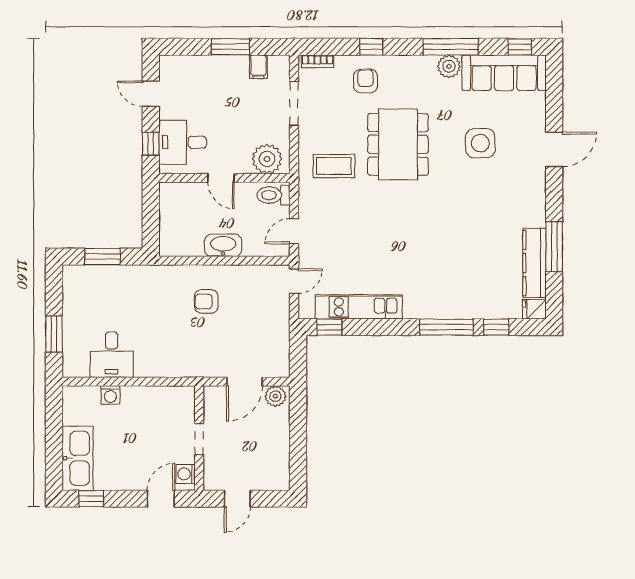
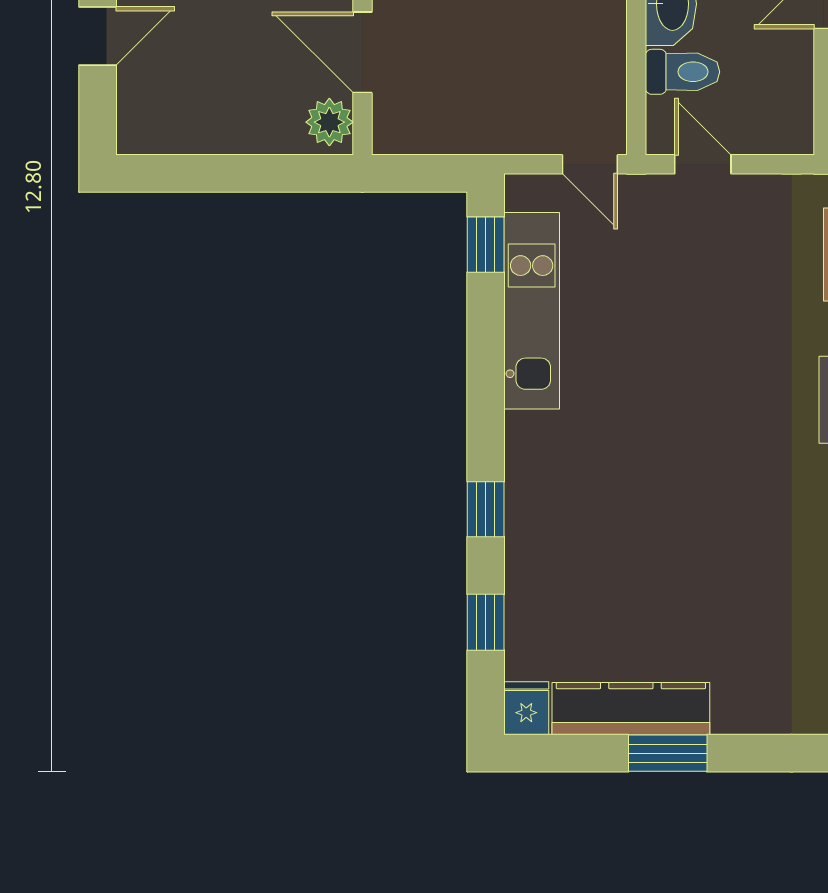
toilet: (274, 195) -> (683, 72), moved, turned 90
window: (554, 247) -> (668, 753), width x0.69
window: (446, 327) -> (486, 509), width x0.46
door: (237, 499) -> (98, 36), swing flipped

